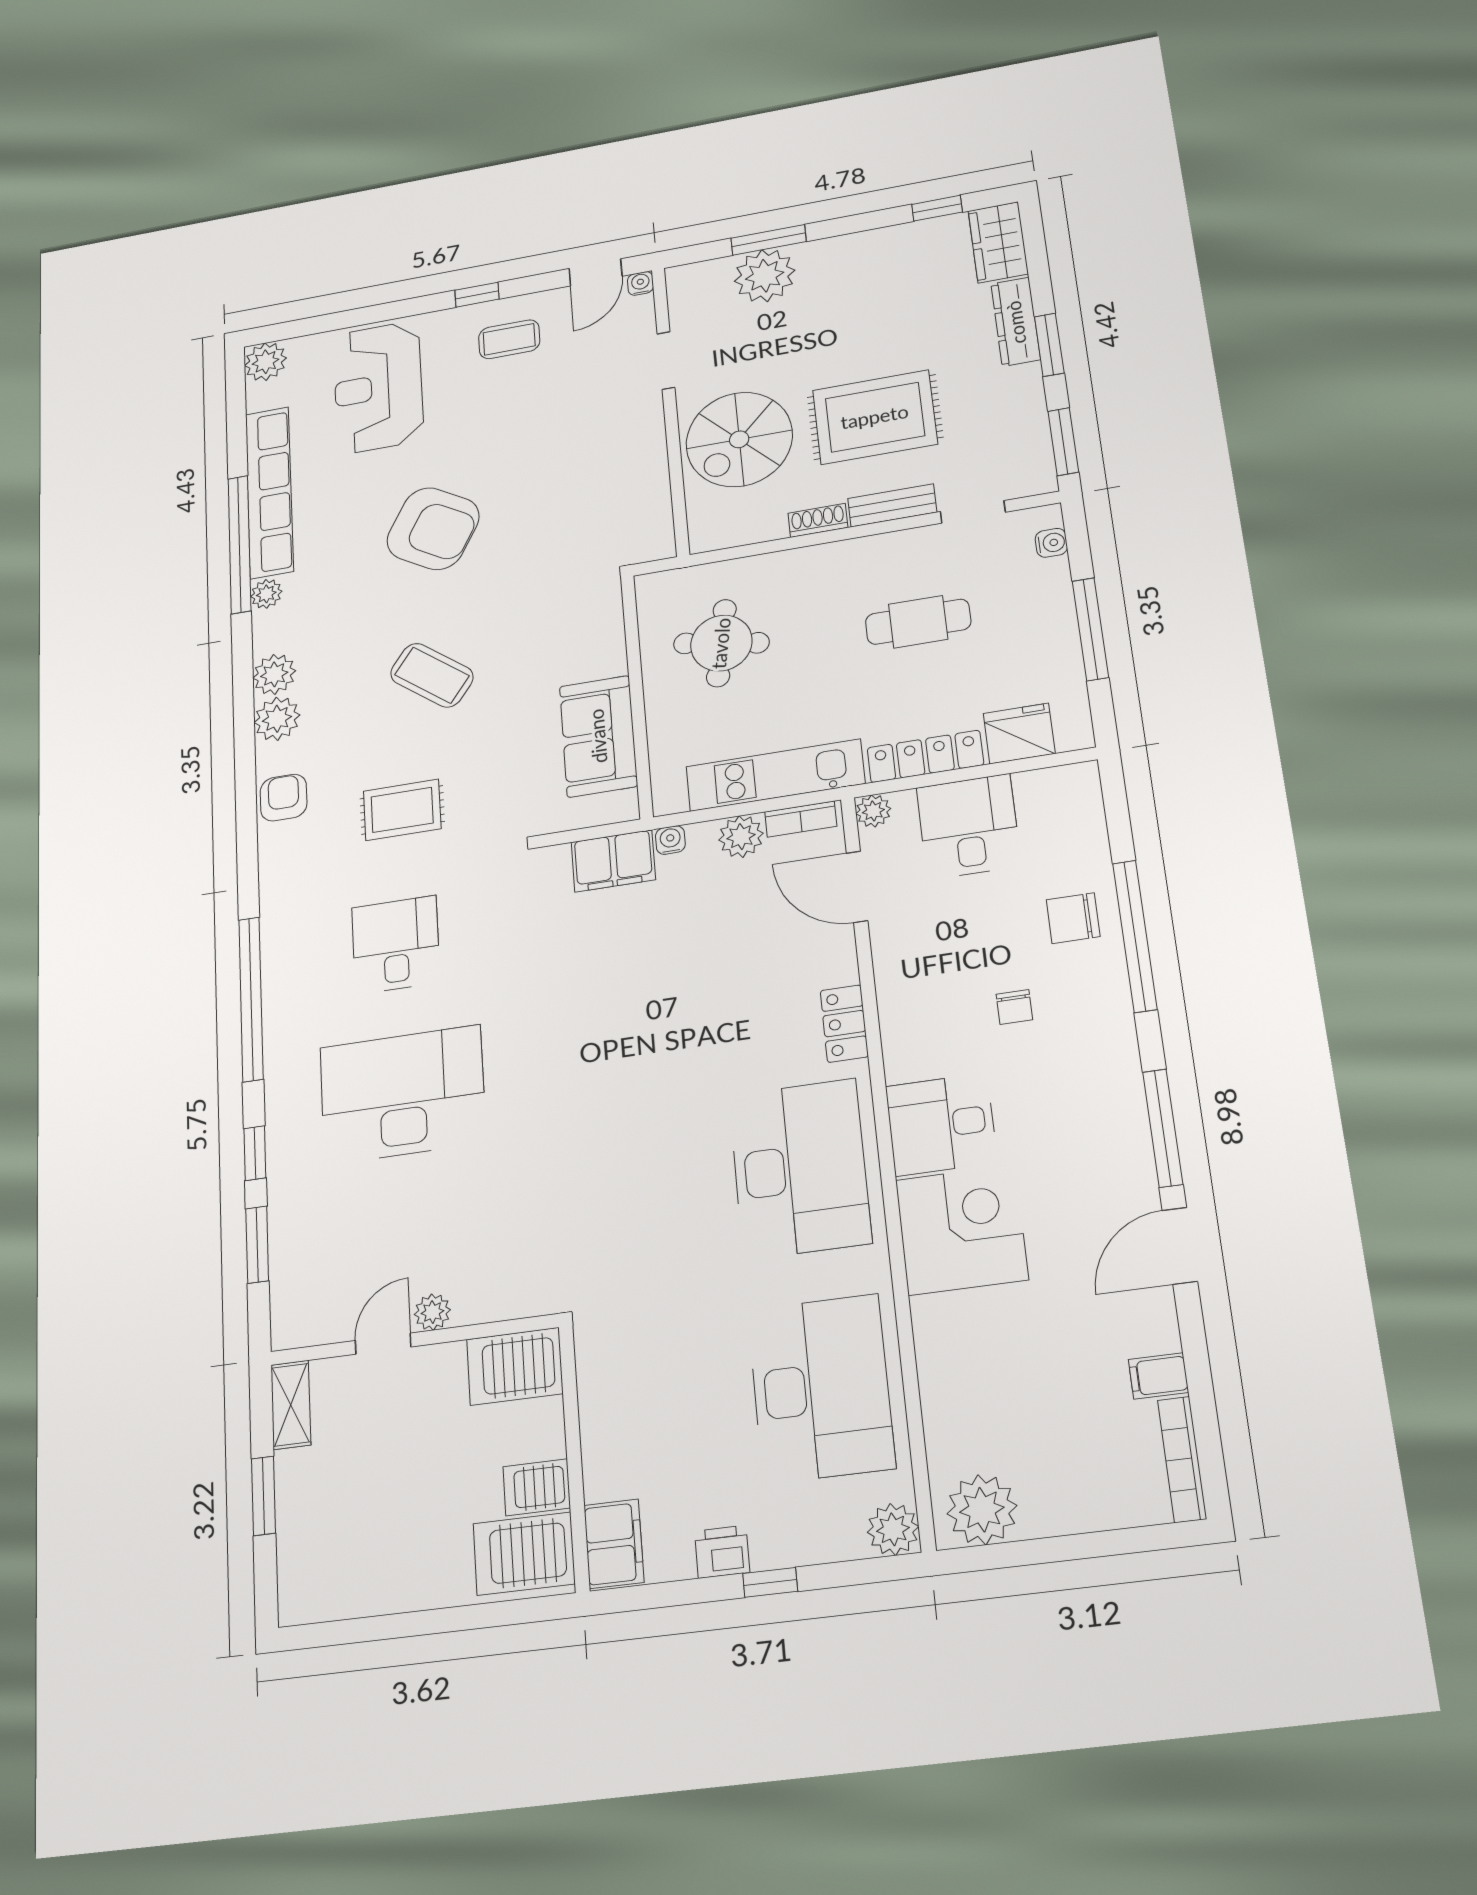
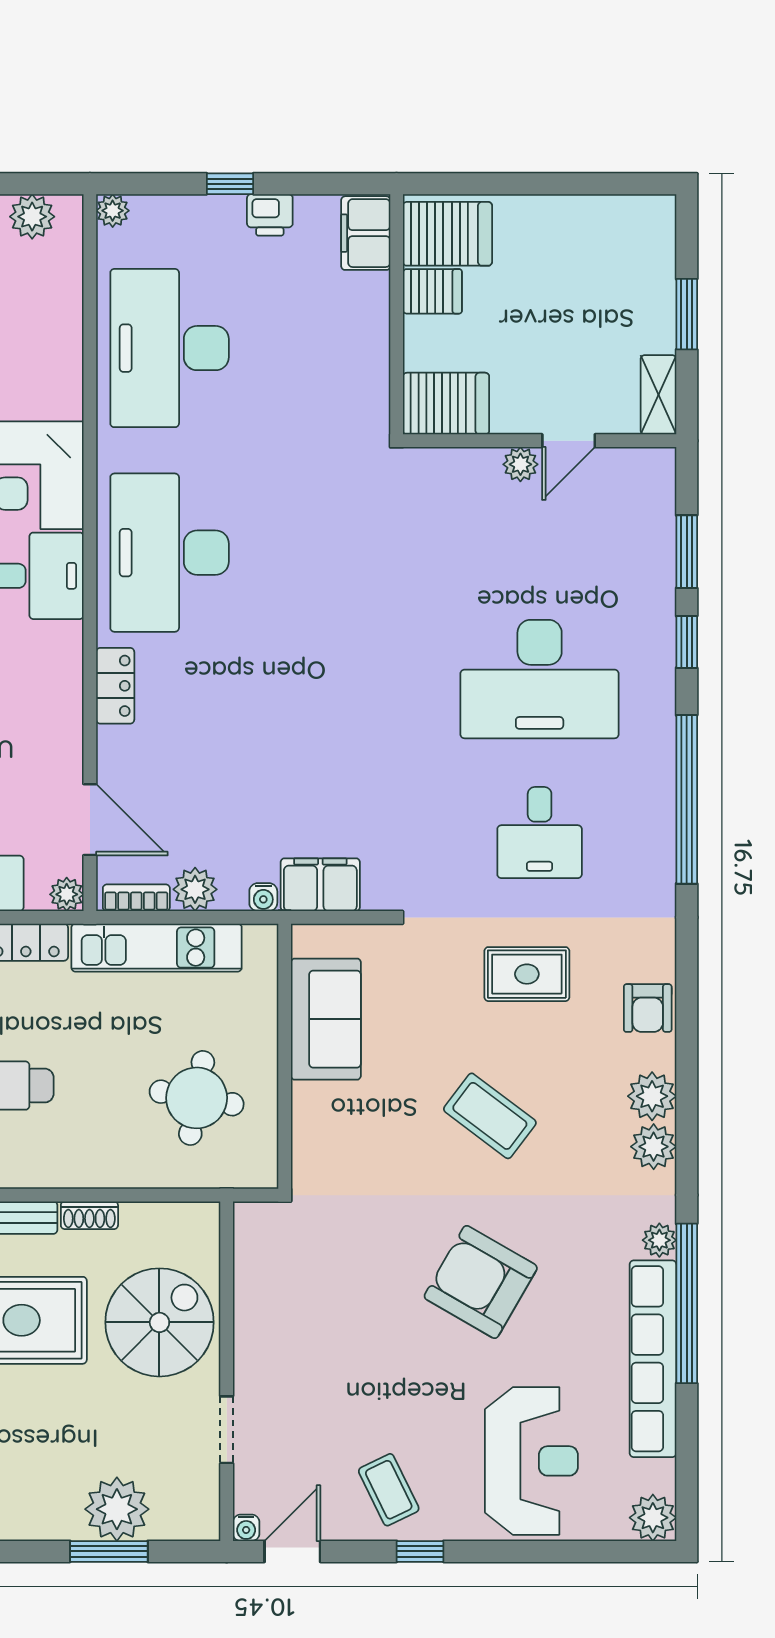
coffee table: (509, 339) -> (389, 1490), turned 64
plant: (982, 1510) -> (32, 217), width x0.73, depth x0.73
plant: (893, 1529) -> (113, 211), width x0.73, depth x0.73

